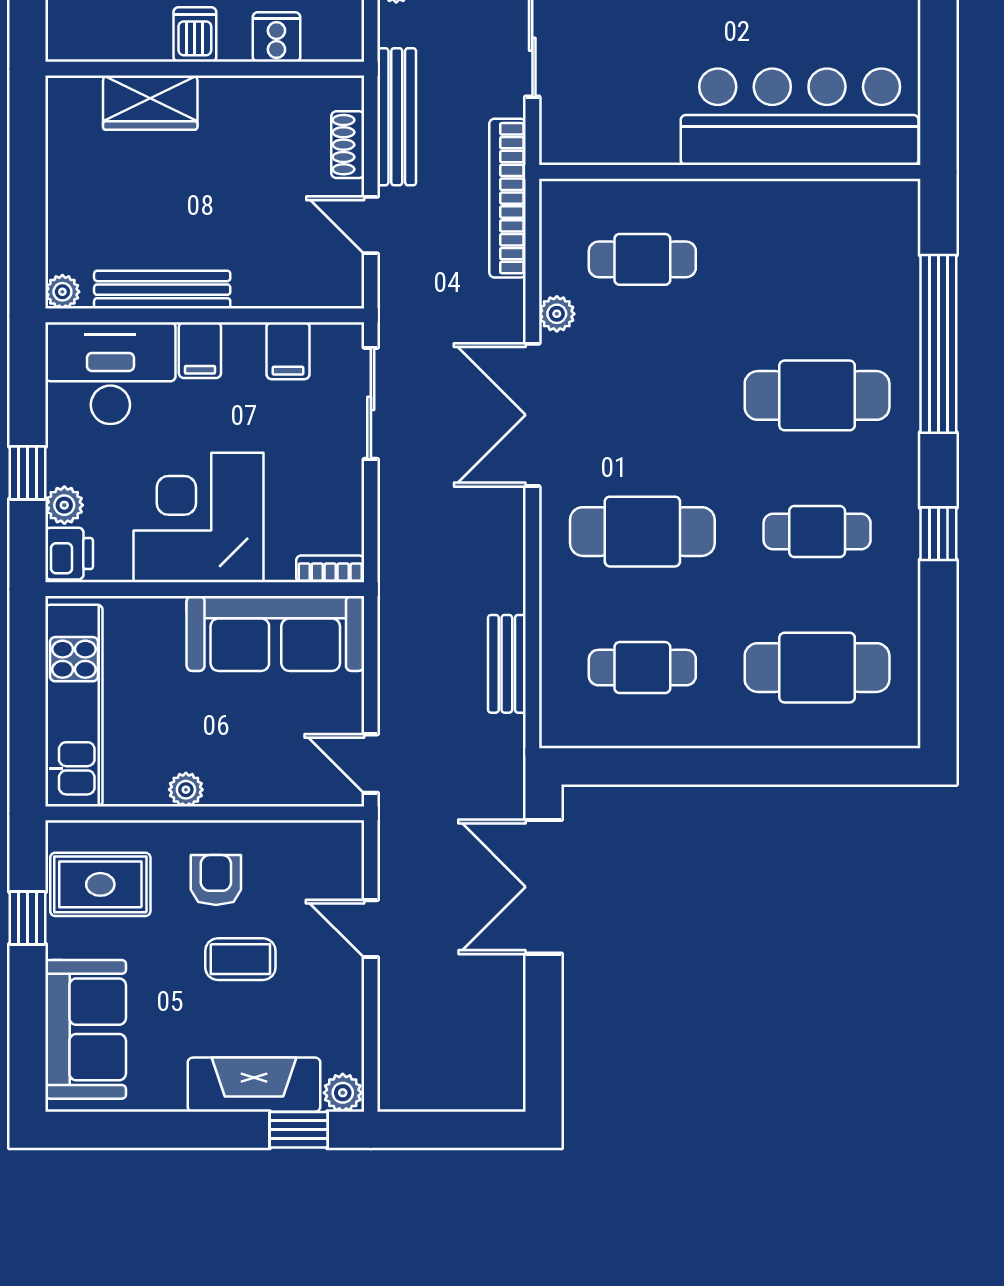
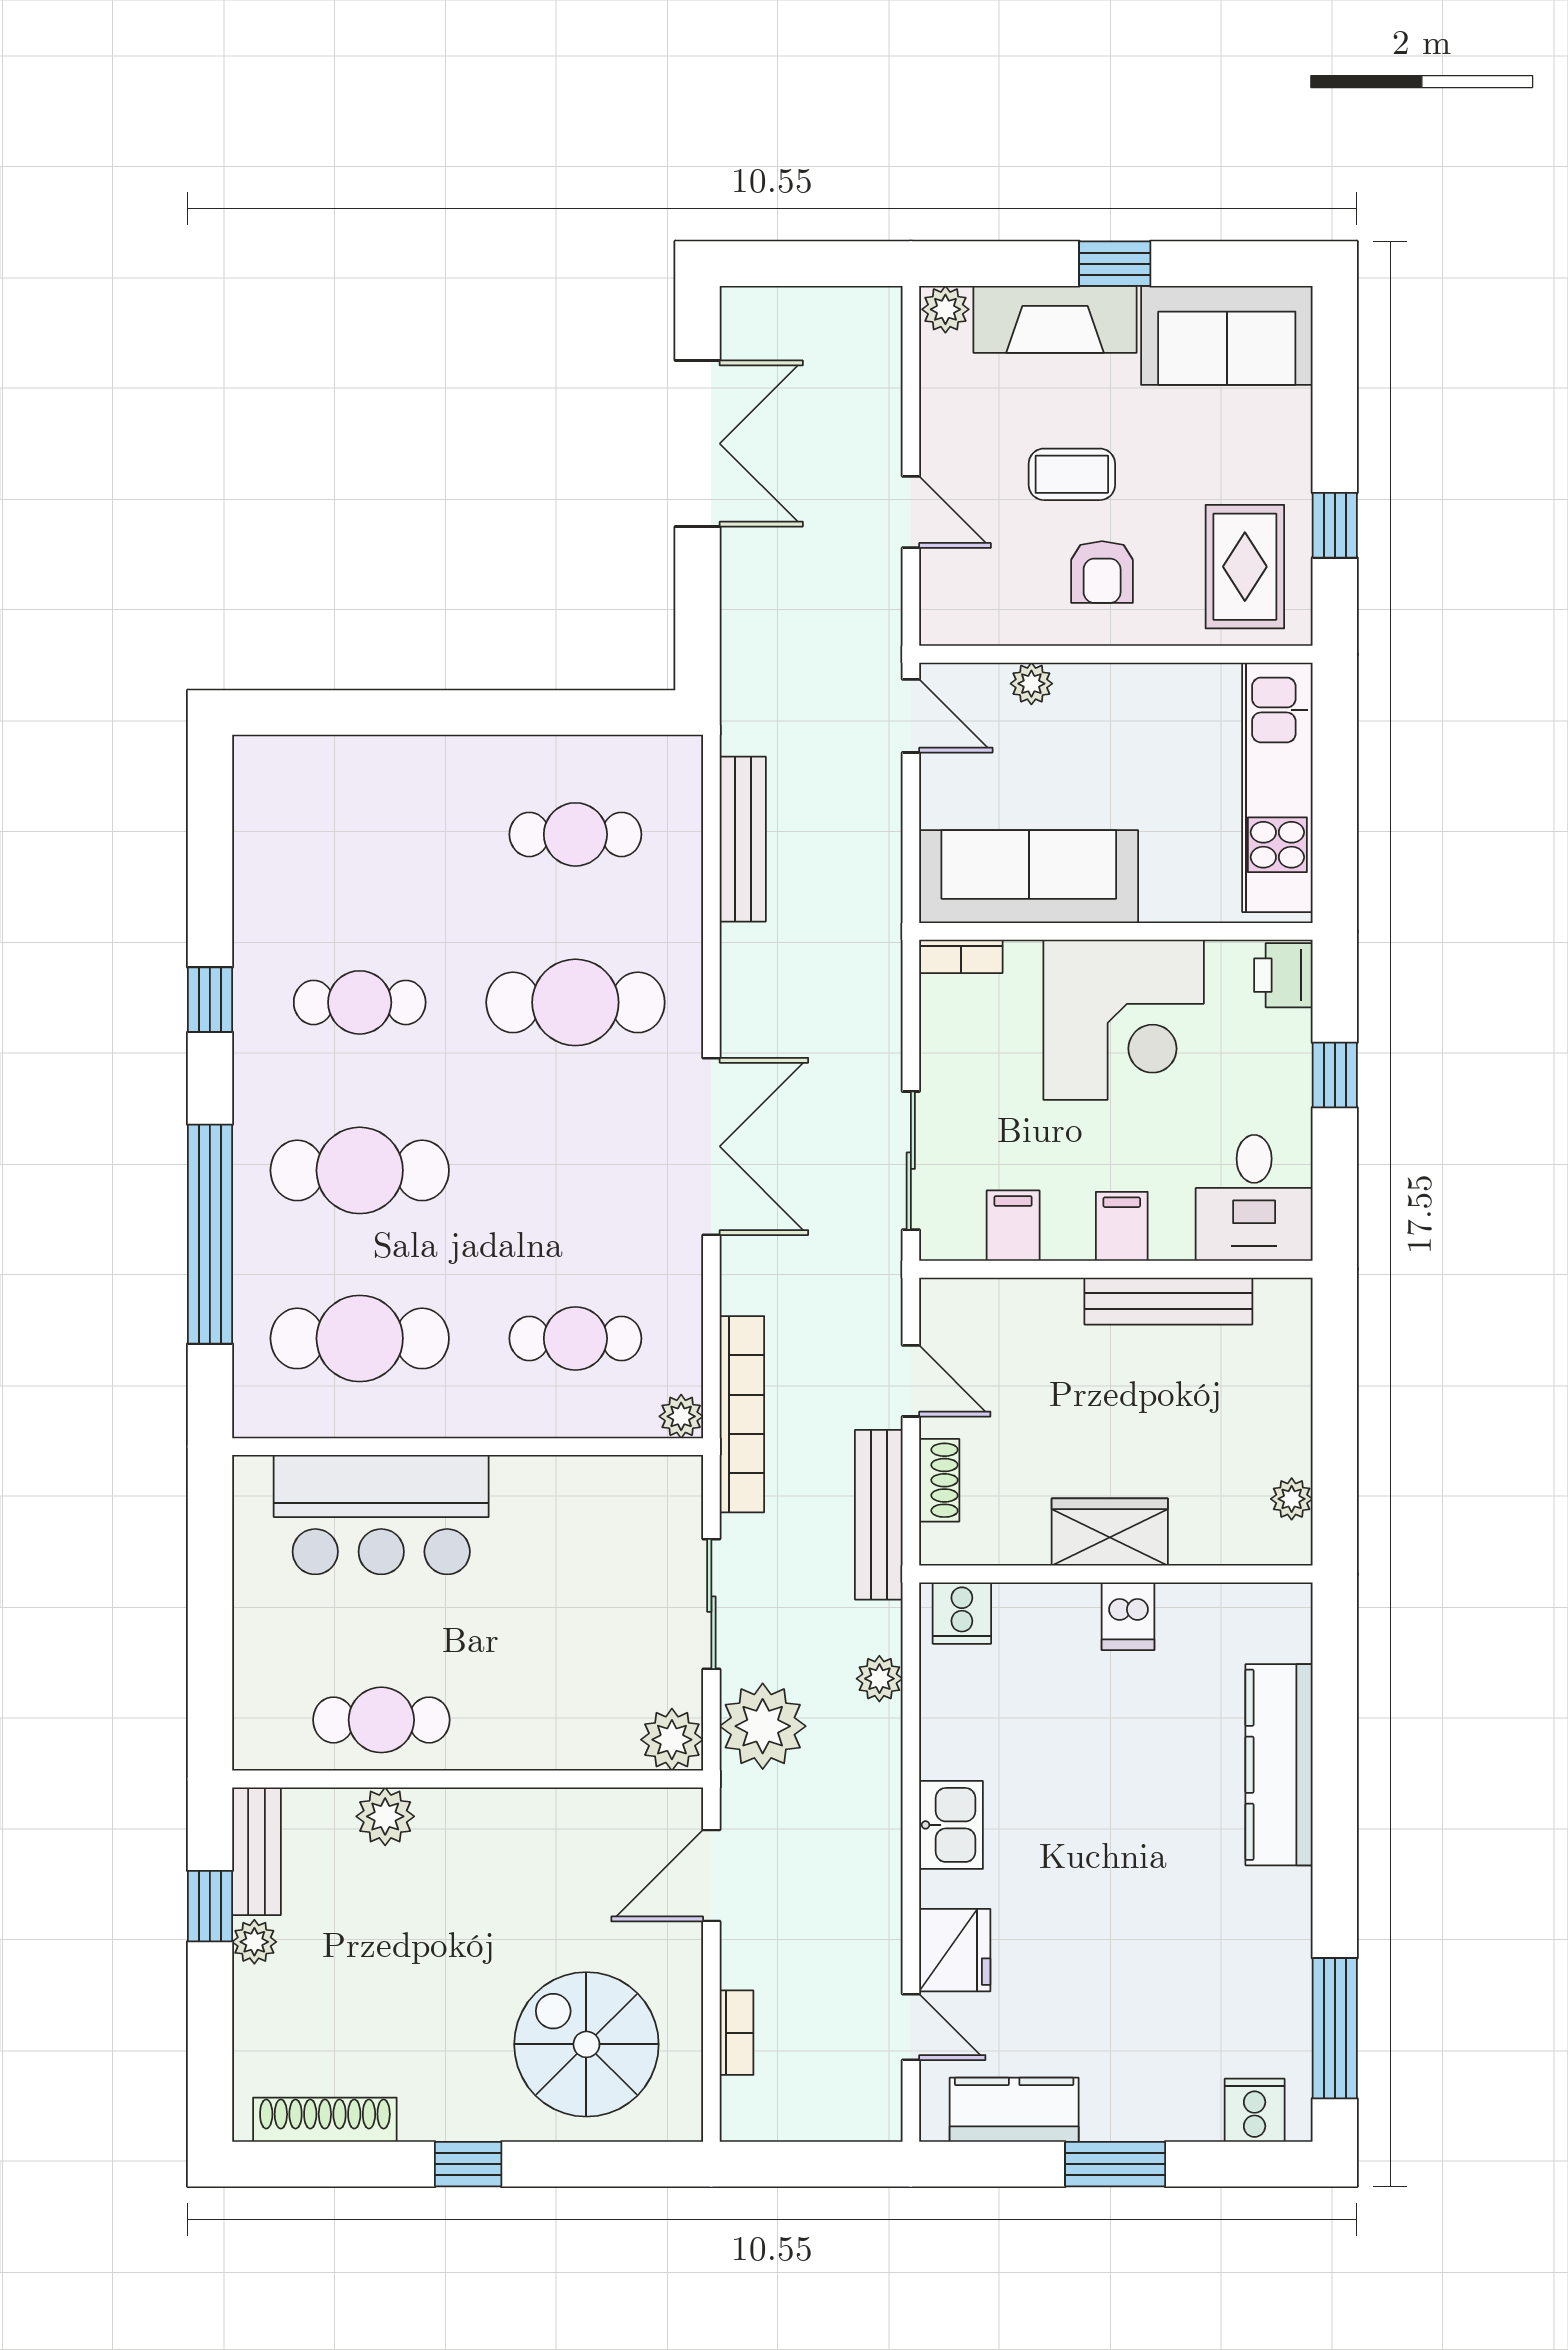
cooker: (276, 37) -> (962, 1613), moved
wardrobe: (150, 103) -> (1110, 1532), moved
bar counter: (800, 117) -> (381, 1515), width x0.73
plant: (62, 292) -> (1292, 1499), moved
plant: (557, 314) -> (681, 1416), moved
desk: (110, 373) -> (1254, 1198), width x0.73
plant: (64, 505) -> (1289, 1035), removed
bench: (507, 664) -> (743, 839), width x1.36
cafe table: (817, 668) -> (360, 1338), moved
plant: (186, 790) -> (1031, 684), moved
rug: (100, 884) -> (1245, 567), turned 90
double door: (543, 887) -> (698, 444), moved
sofa: (86, 1029) -> (1227, 335), moved, turned -90
window: (299, 1130) -> (1115, 264), moved

